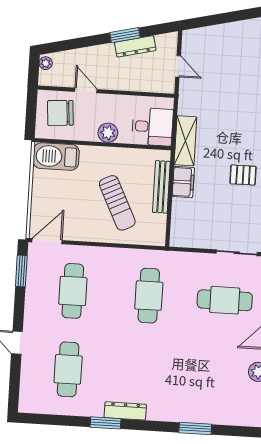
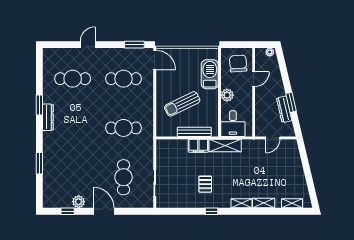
barbecue: (56, 156) -> (210, 74), moved

